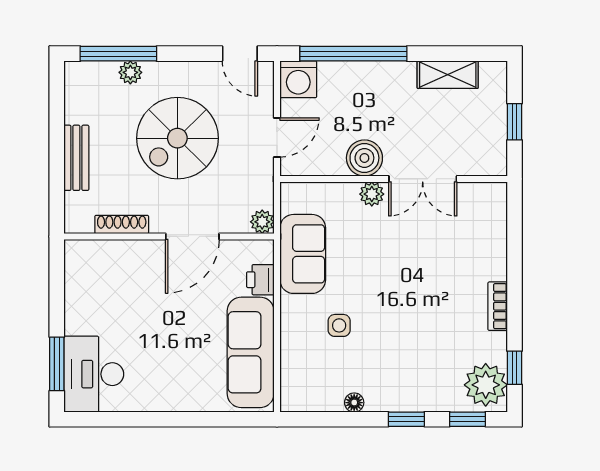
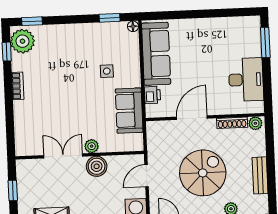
bench: (76, 158) -> (260, 175), moved
plant: (262, 222) -> (255, 123), moved
desk: (94, 374) -> (246, 80), moved
floor lamp: (354, 403) -> (133, 26), moved
window: (406, 419) -> (110, 18), moved

